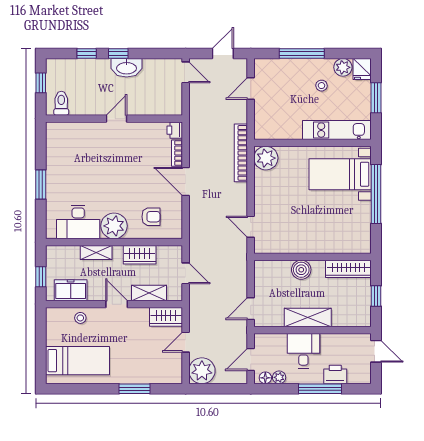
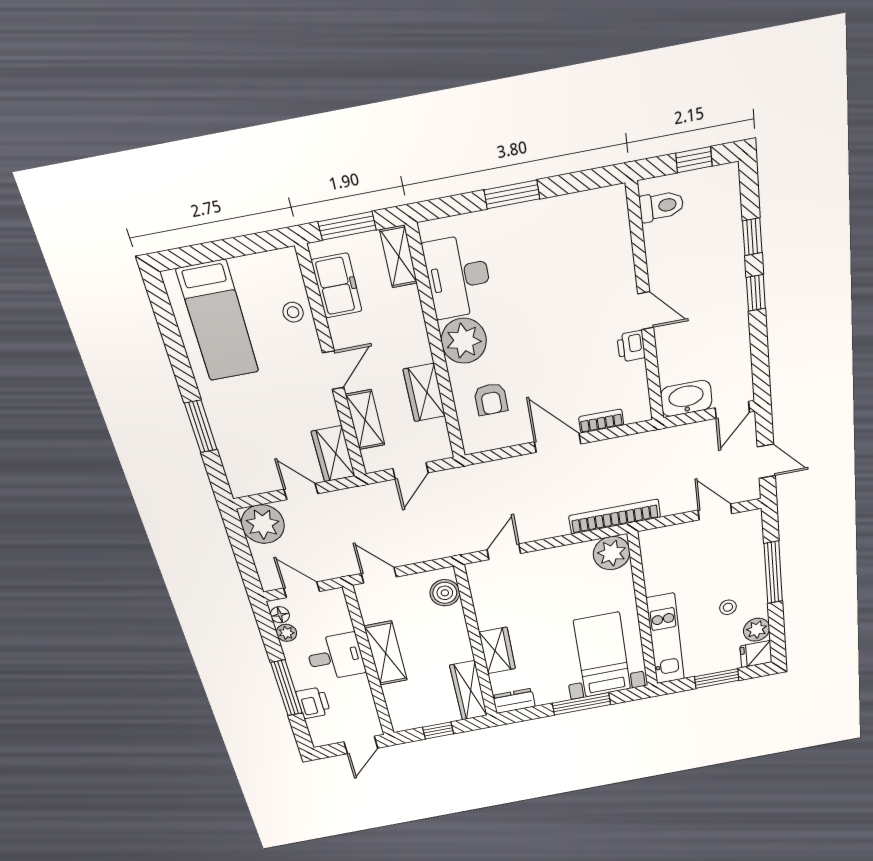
washbasin: (127, 68) -> (686, 398), moved, turned 90
printer: (175, 130) -> (631, 346), moved, turned -90
door: (186, 181) -> (558, 443), hinge flipped
window: (376, 194) -> (581, 704), width x0.68
dresser: (363, 240) -> (514, 701), added
wardrobe: (322, 244) -> (497, 651), added
shelving: (96, 253) -> (399, 256), moved
boiler: (301, 270) -> (445, 593), moved
window: (41, 277) -> (347, 226), width x1.50

